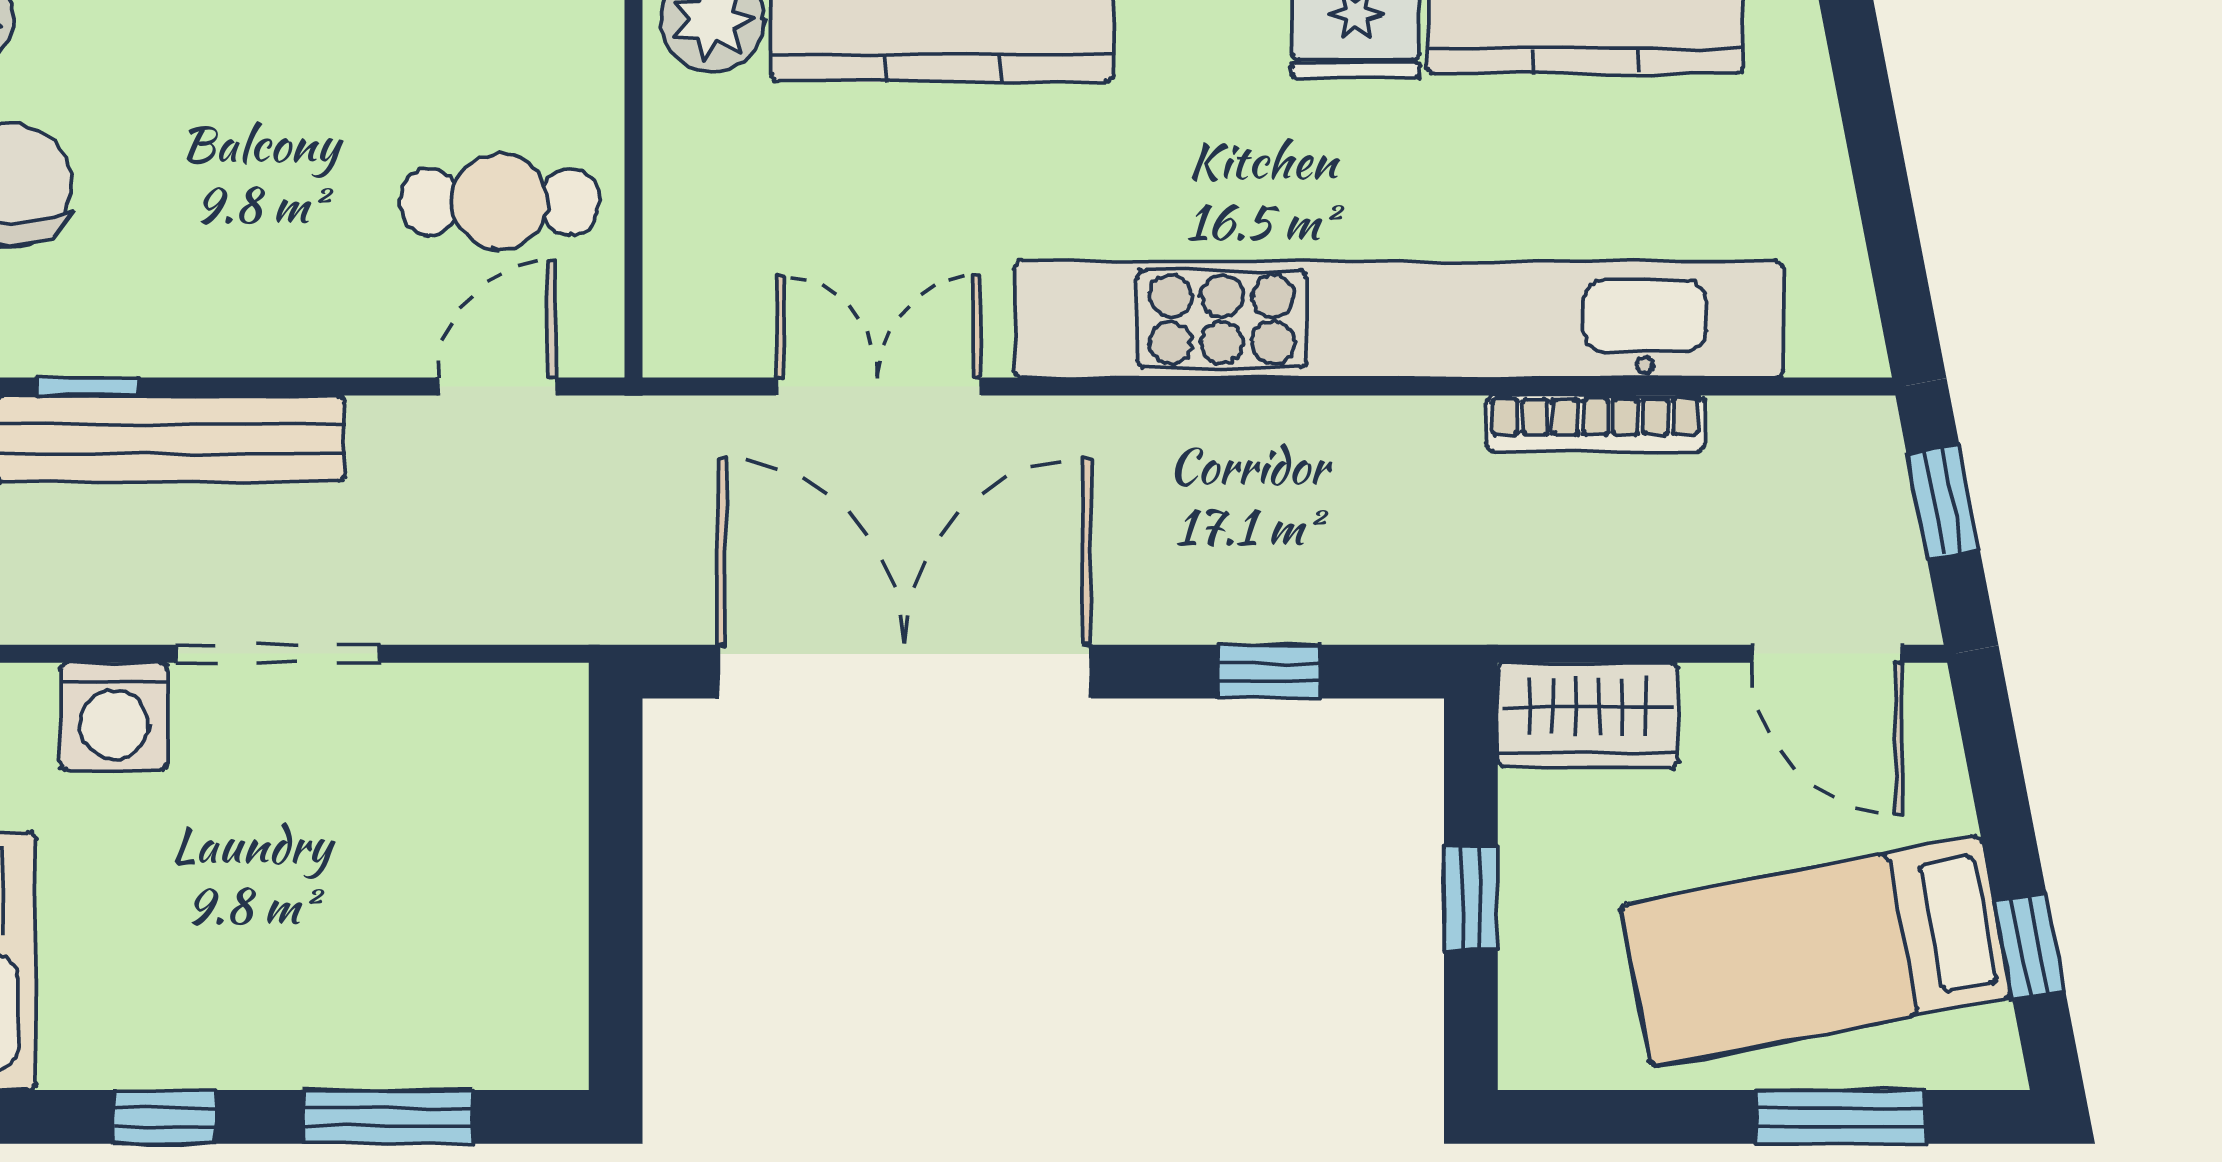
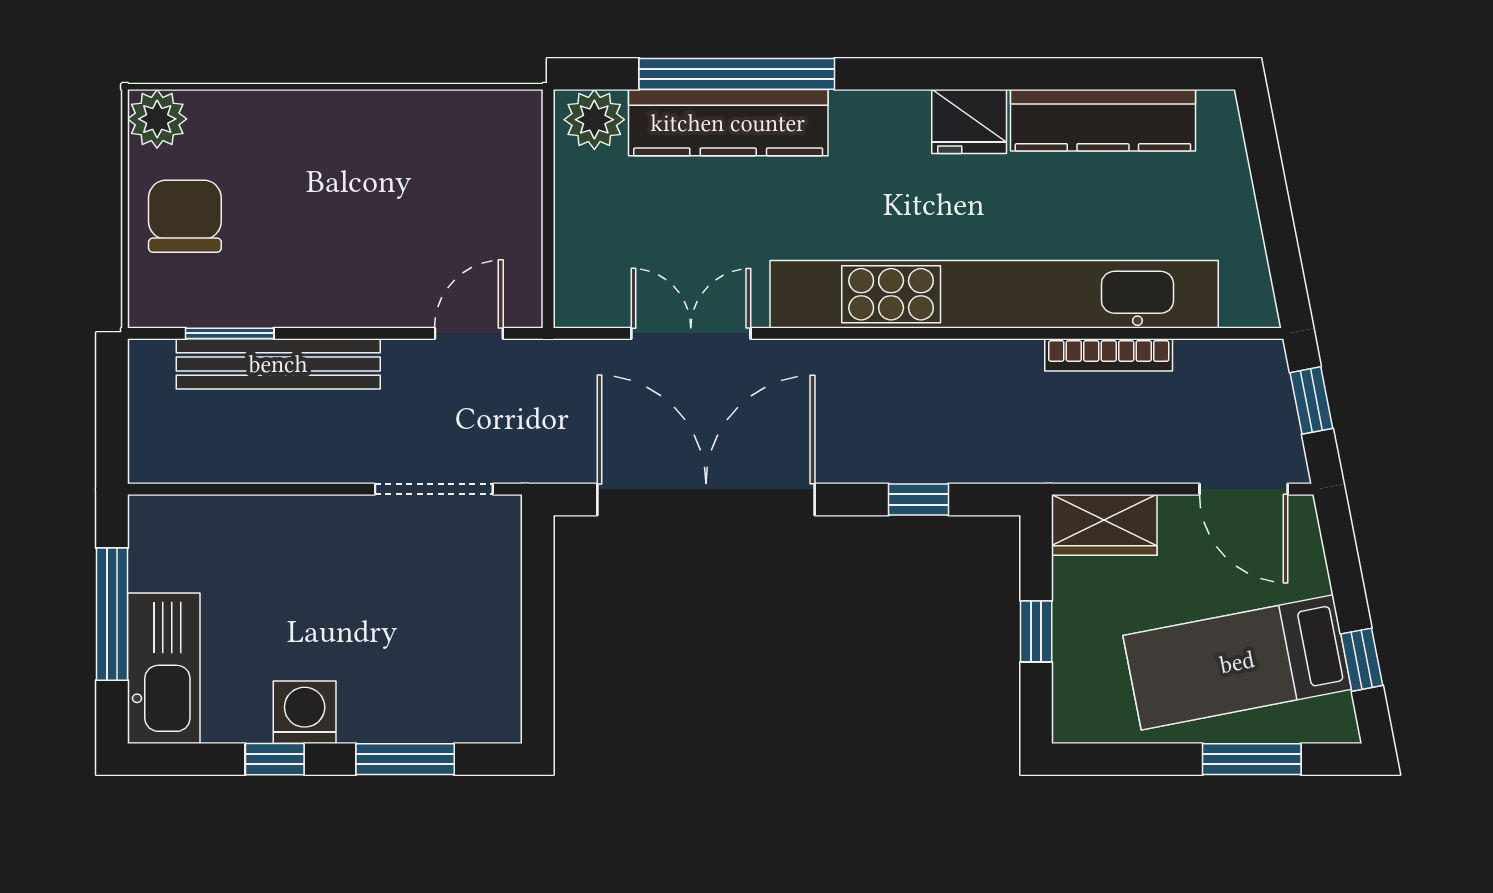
cafe table: (500, 202) -> (470, 226), removed
window: (87, 387) -> (230, 333), width x1.50
doorway: (277, 654) -> (434, 489), moved
washing machine: (114, 716) -> (305, 712), moved, turned 180

